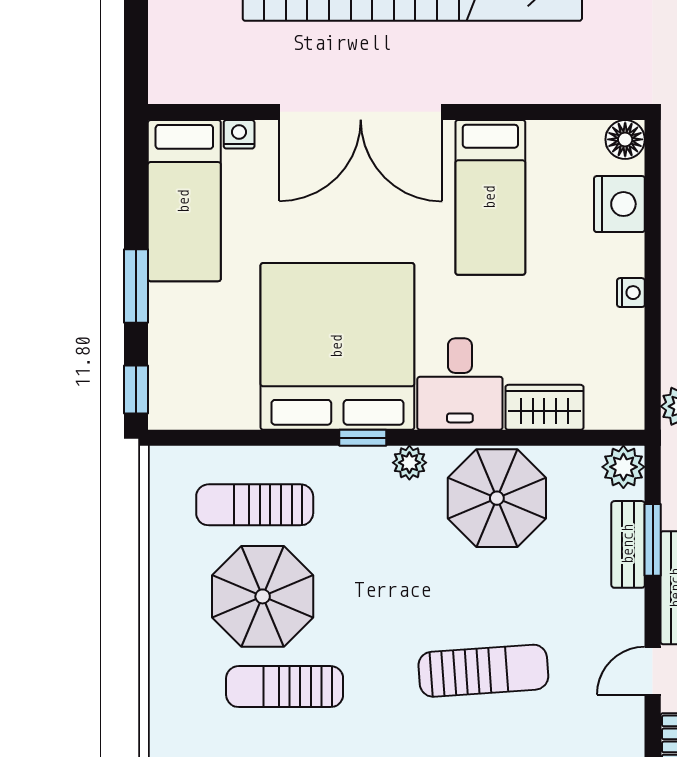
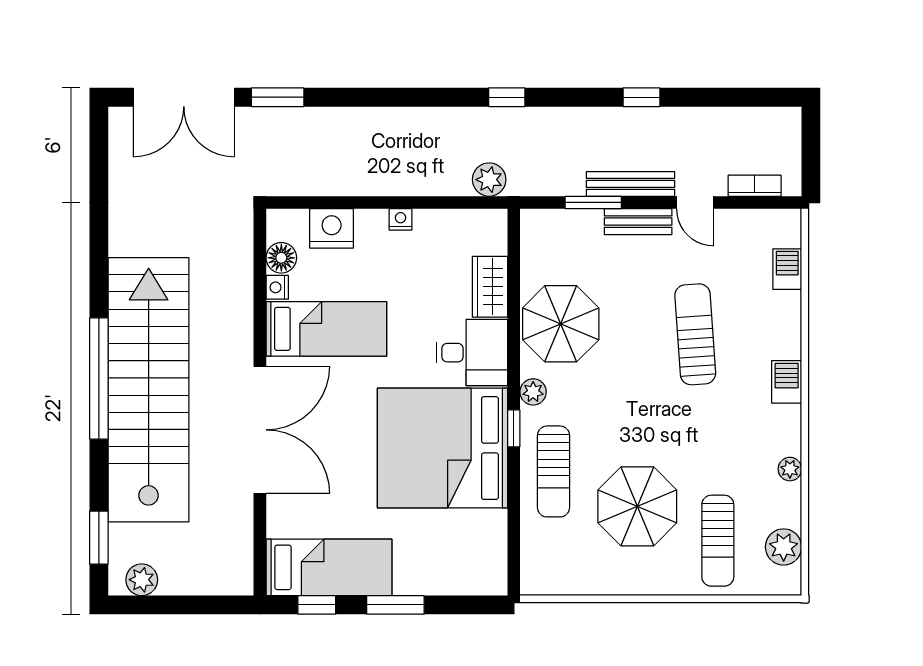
nightstand: (239, 134) -> (277, 287), moved
floor lamp: (625, 139) -> (281, 258), moved
window: (136, 389) -> (317, 605), moved
plant: (623, 467) -> (536, 225), removed
sun lounger: (255, 505) -> (554, 471), moved
bench: (628, 544) -> (638, 222), moved
sun lounger: (285, 687) -> (718, 541), moved

